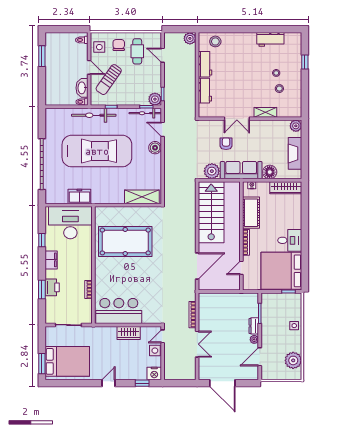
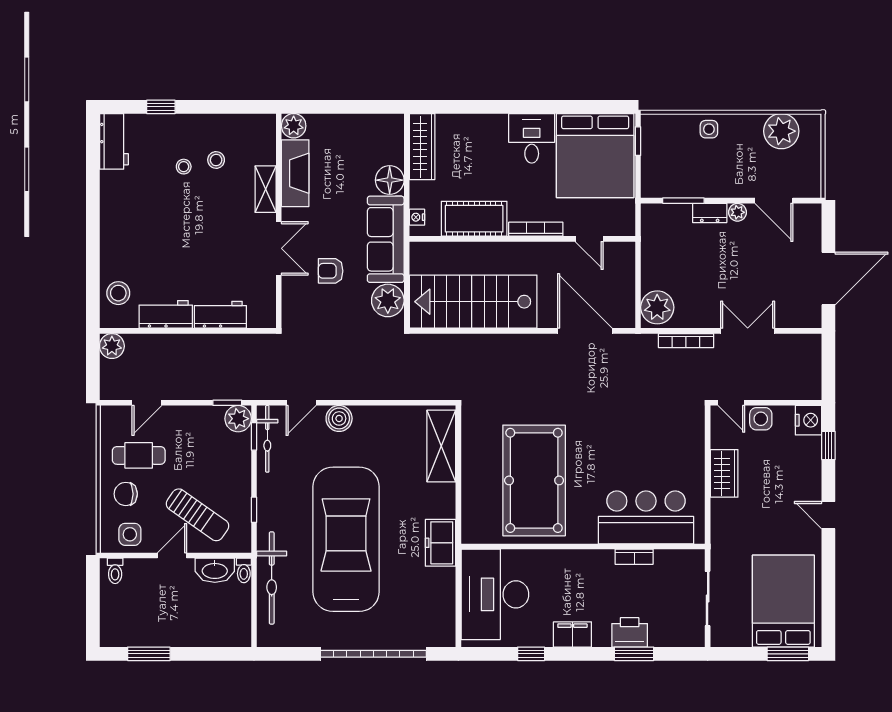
workbench: (270, 39) -> (114, 141), moved
bicycle: (94, 115) -> (272, 578), moved
fireplace: (295, 153) -> (295, 173), moved, turned -90
freezer: (79, 196) -> (441, 543), moved
plant: (208, 301) -> (657, 307), added
bar counter: (119, 311) -> (646, 517), moved, turned 90

